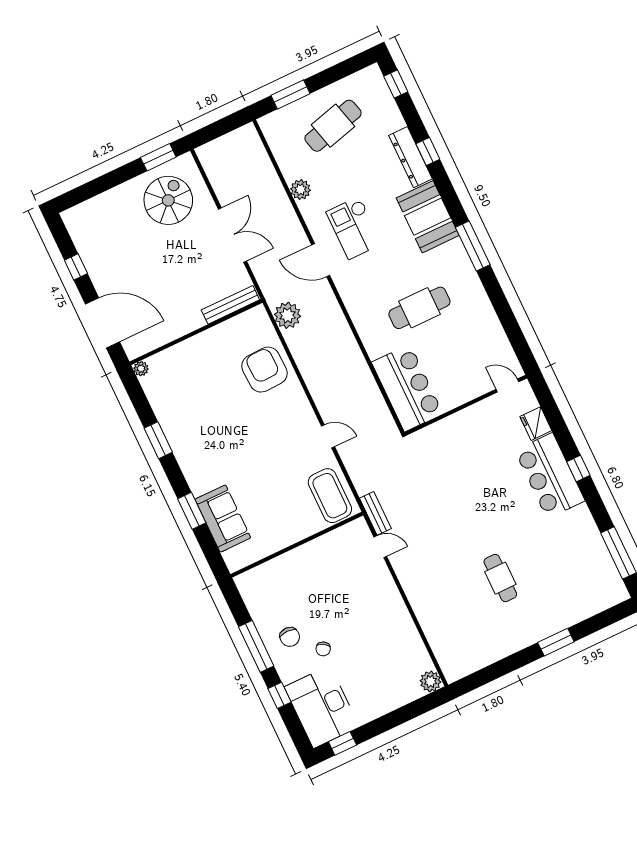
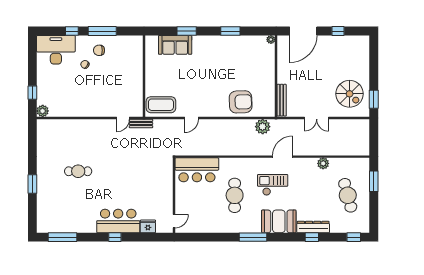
checkout: (354, 228) -> (273, 185), moved
double door: (232, 235) -> (317, 118), width x0.73
window: (342, 743) -> (32, 93), moved

